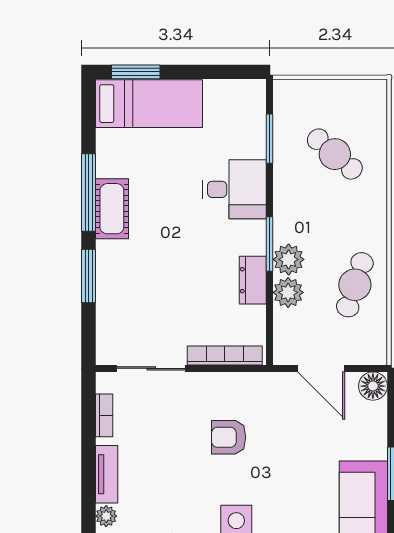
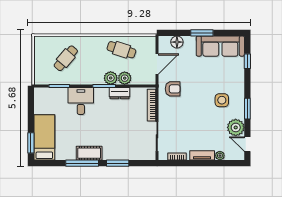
floor lamp: (373, 386) -> (177, 42), moved
armchair: (229, 437) -> (173, 89), moved, turned -90

